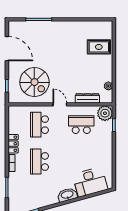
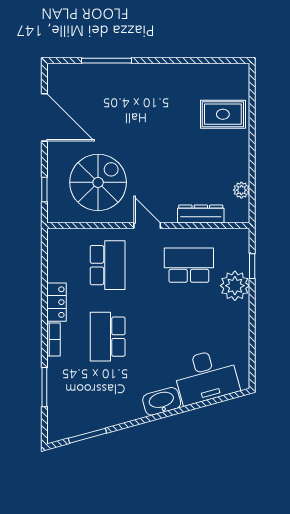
spiral stairs: (34, 82) -> (98, 182), turned -90
plant: (105, 113) -> (235, 286), moved
school desk: (39, 125) -> (108, 265), turned 180

